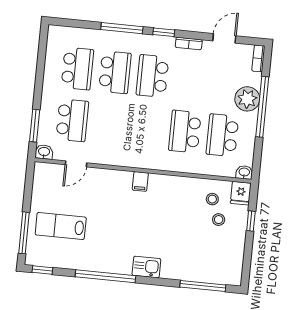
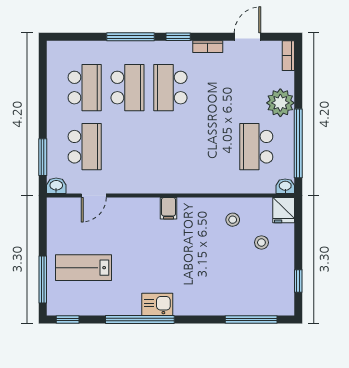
window: (262, 107) -> (298, 143), moved
school desk: (185, 132) -> (213, 147), removed
stool: (212, 199) -> (233, 220), moved
window: (251, 221) -> (298, 281), moved
kitchen sink: (146, 267) -> (157, 304), moved

